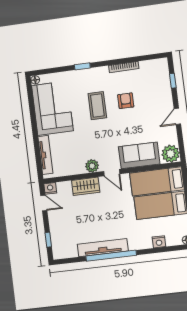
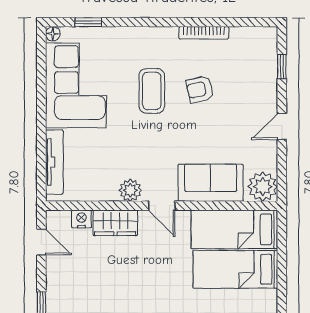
window: (82, 66) -> (88, 22), moved
armchair: (126, 101) -> (200, 89), turned -103
nightstand: (50, 188) -> (81, 219), moved

